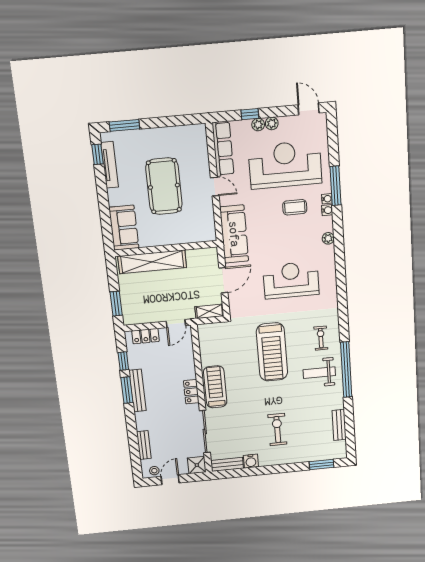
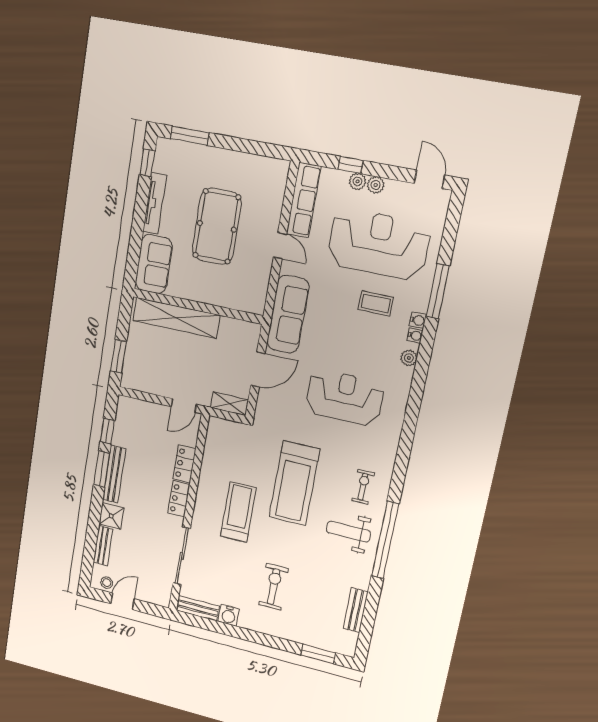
tv unit: (110, 165) -> (155, 203), moved
water cooler: (327, 199) -> (415, 336), moved
locker: (145, 336) -> (184, 464), moved, turned 90
treadmill: (215, 387) -> (238, 512), moved
shower: (197, 465) -> (111, 516), moved

